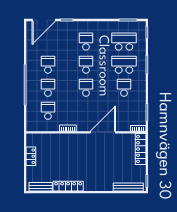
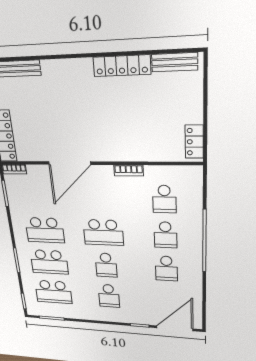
school desk: (86, 88) -> (103, 232), width x1.85
school desk: (124, 88) -> (45, 230), width x1.85
locker: (31, 156) -> (194, 142), moved

